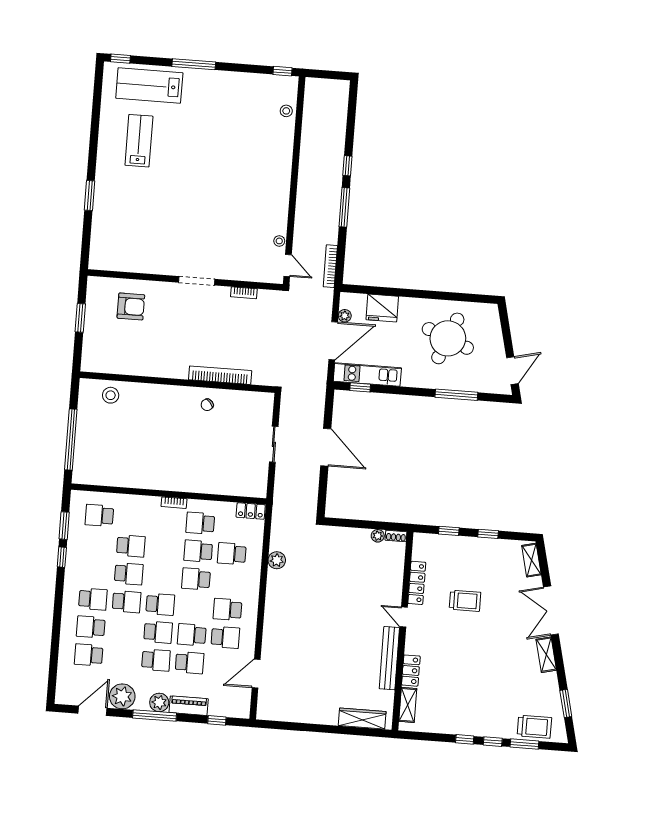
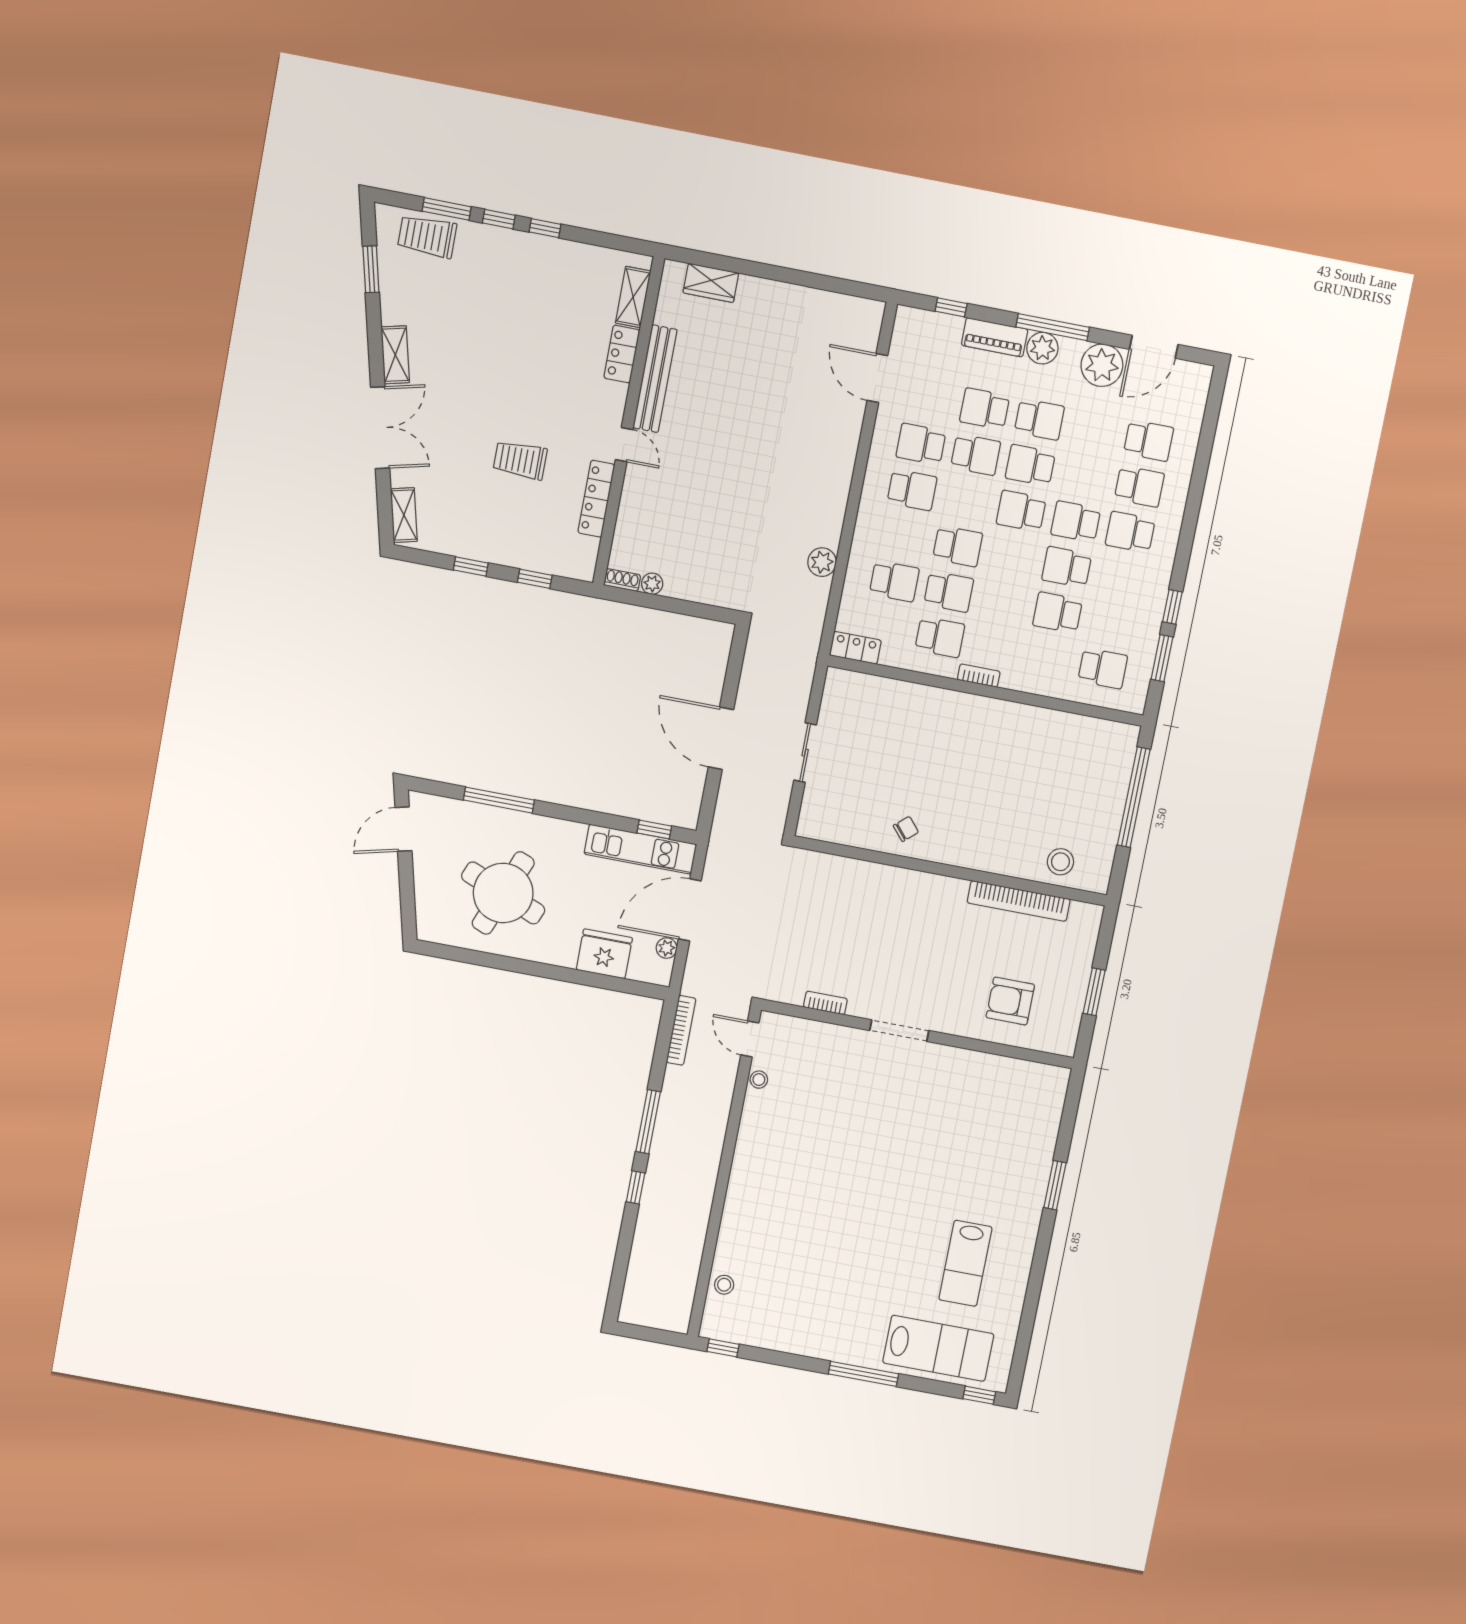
bookcase: (220, 375) -> (1019, 901), moved
school desk: (156, 660) -> (1039, 419), turned 180
door: (256, 674) -> (877, 378), swing flipped
wardrobe: (362, 719) -> (711, 283), width x0.67

